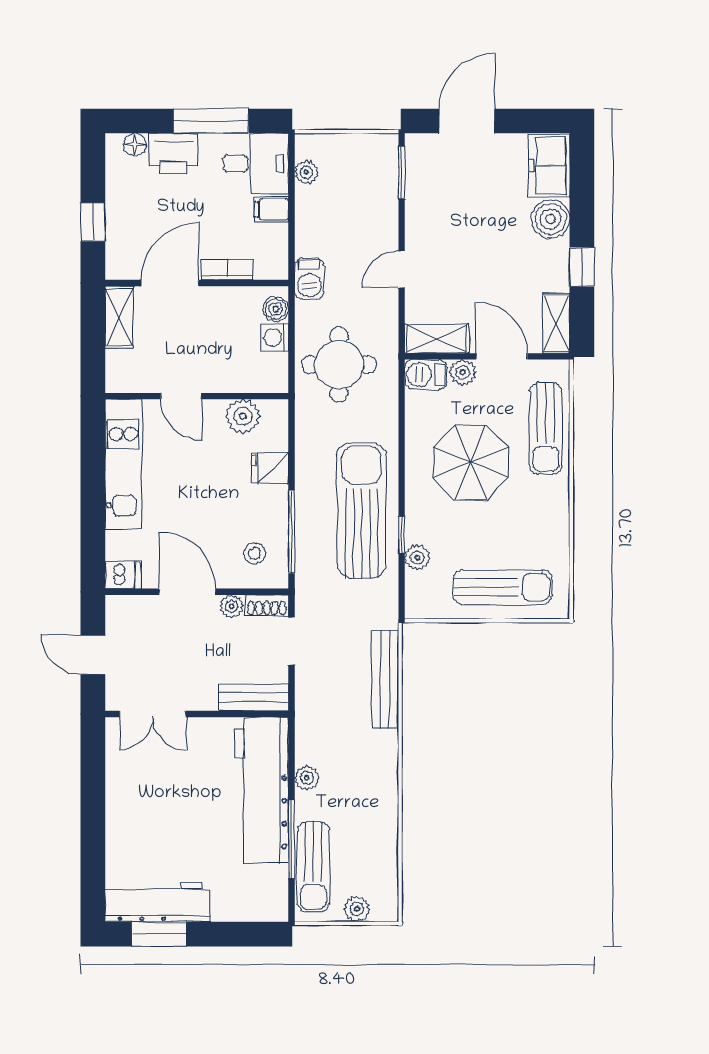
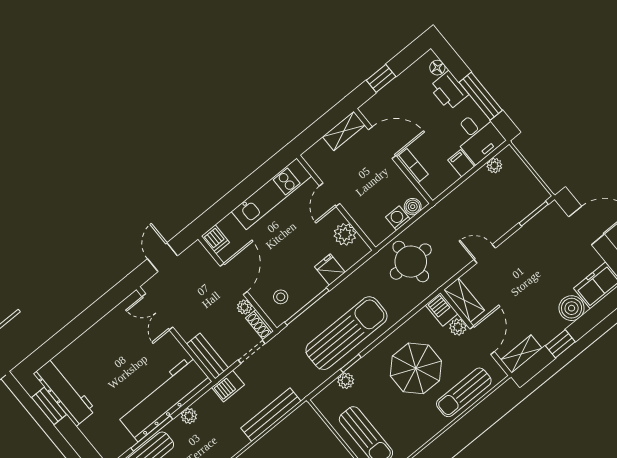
barbecue: (309, 279) -> (228, 386), moved

